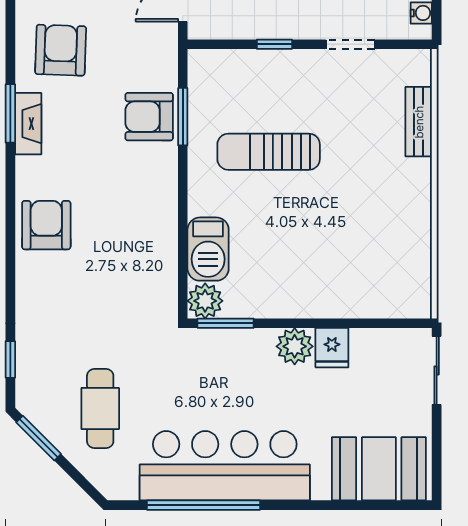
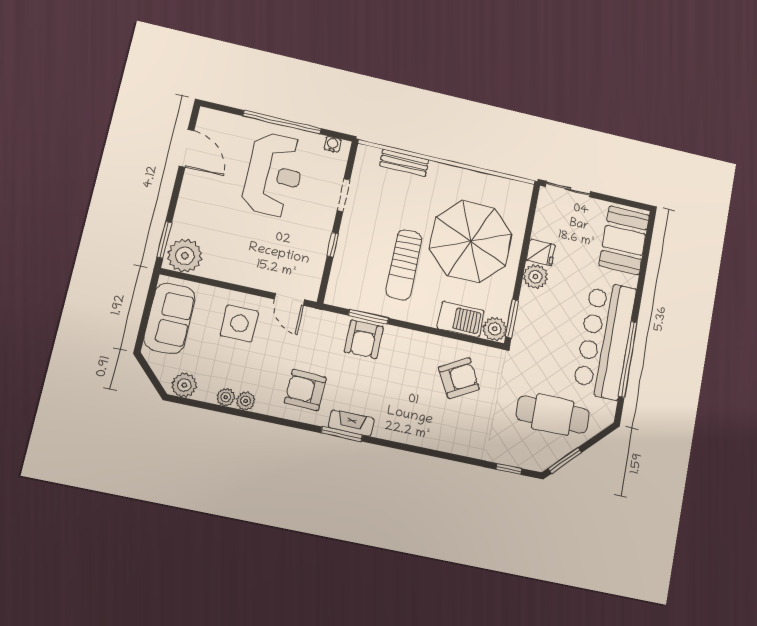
armchair: (46, 225) -> (459, 378), moved, turned 151
parasol: (325, 241) -> (471, 241), added
cafe table: (100, 408) -> (553, 415), width x1.37, depth x1.35

